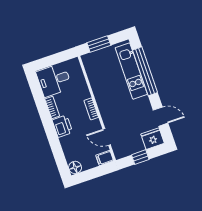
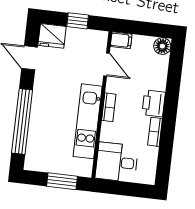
kitchen unit: (131, 71) -> (88, 121), moved, turned 180
desk: (54, 80) -> (117, 162), moved, turned 180

